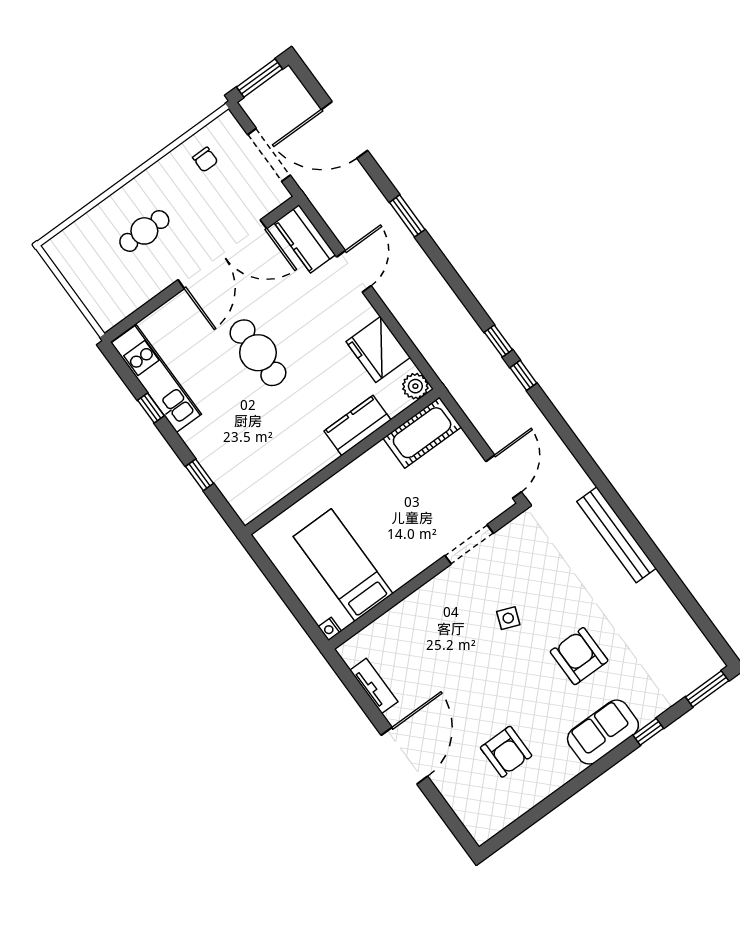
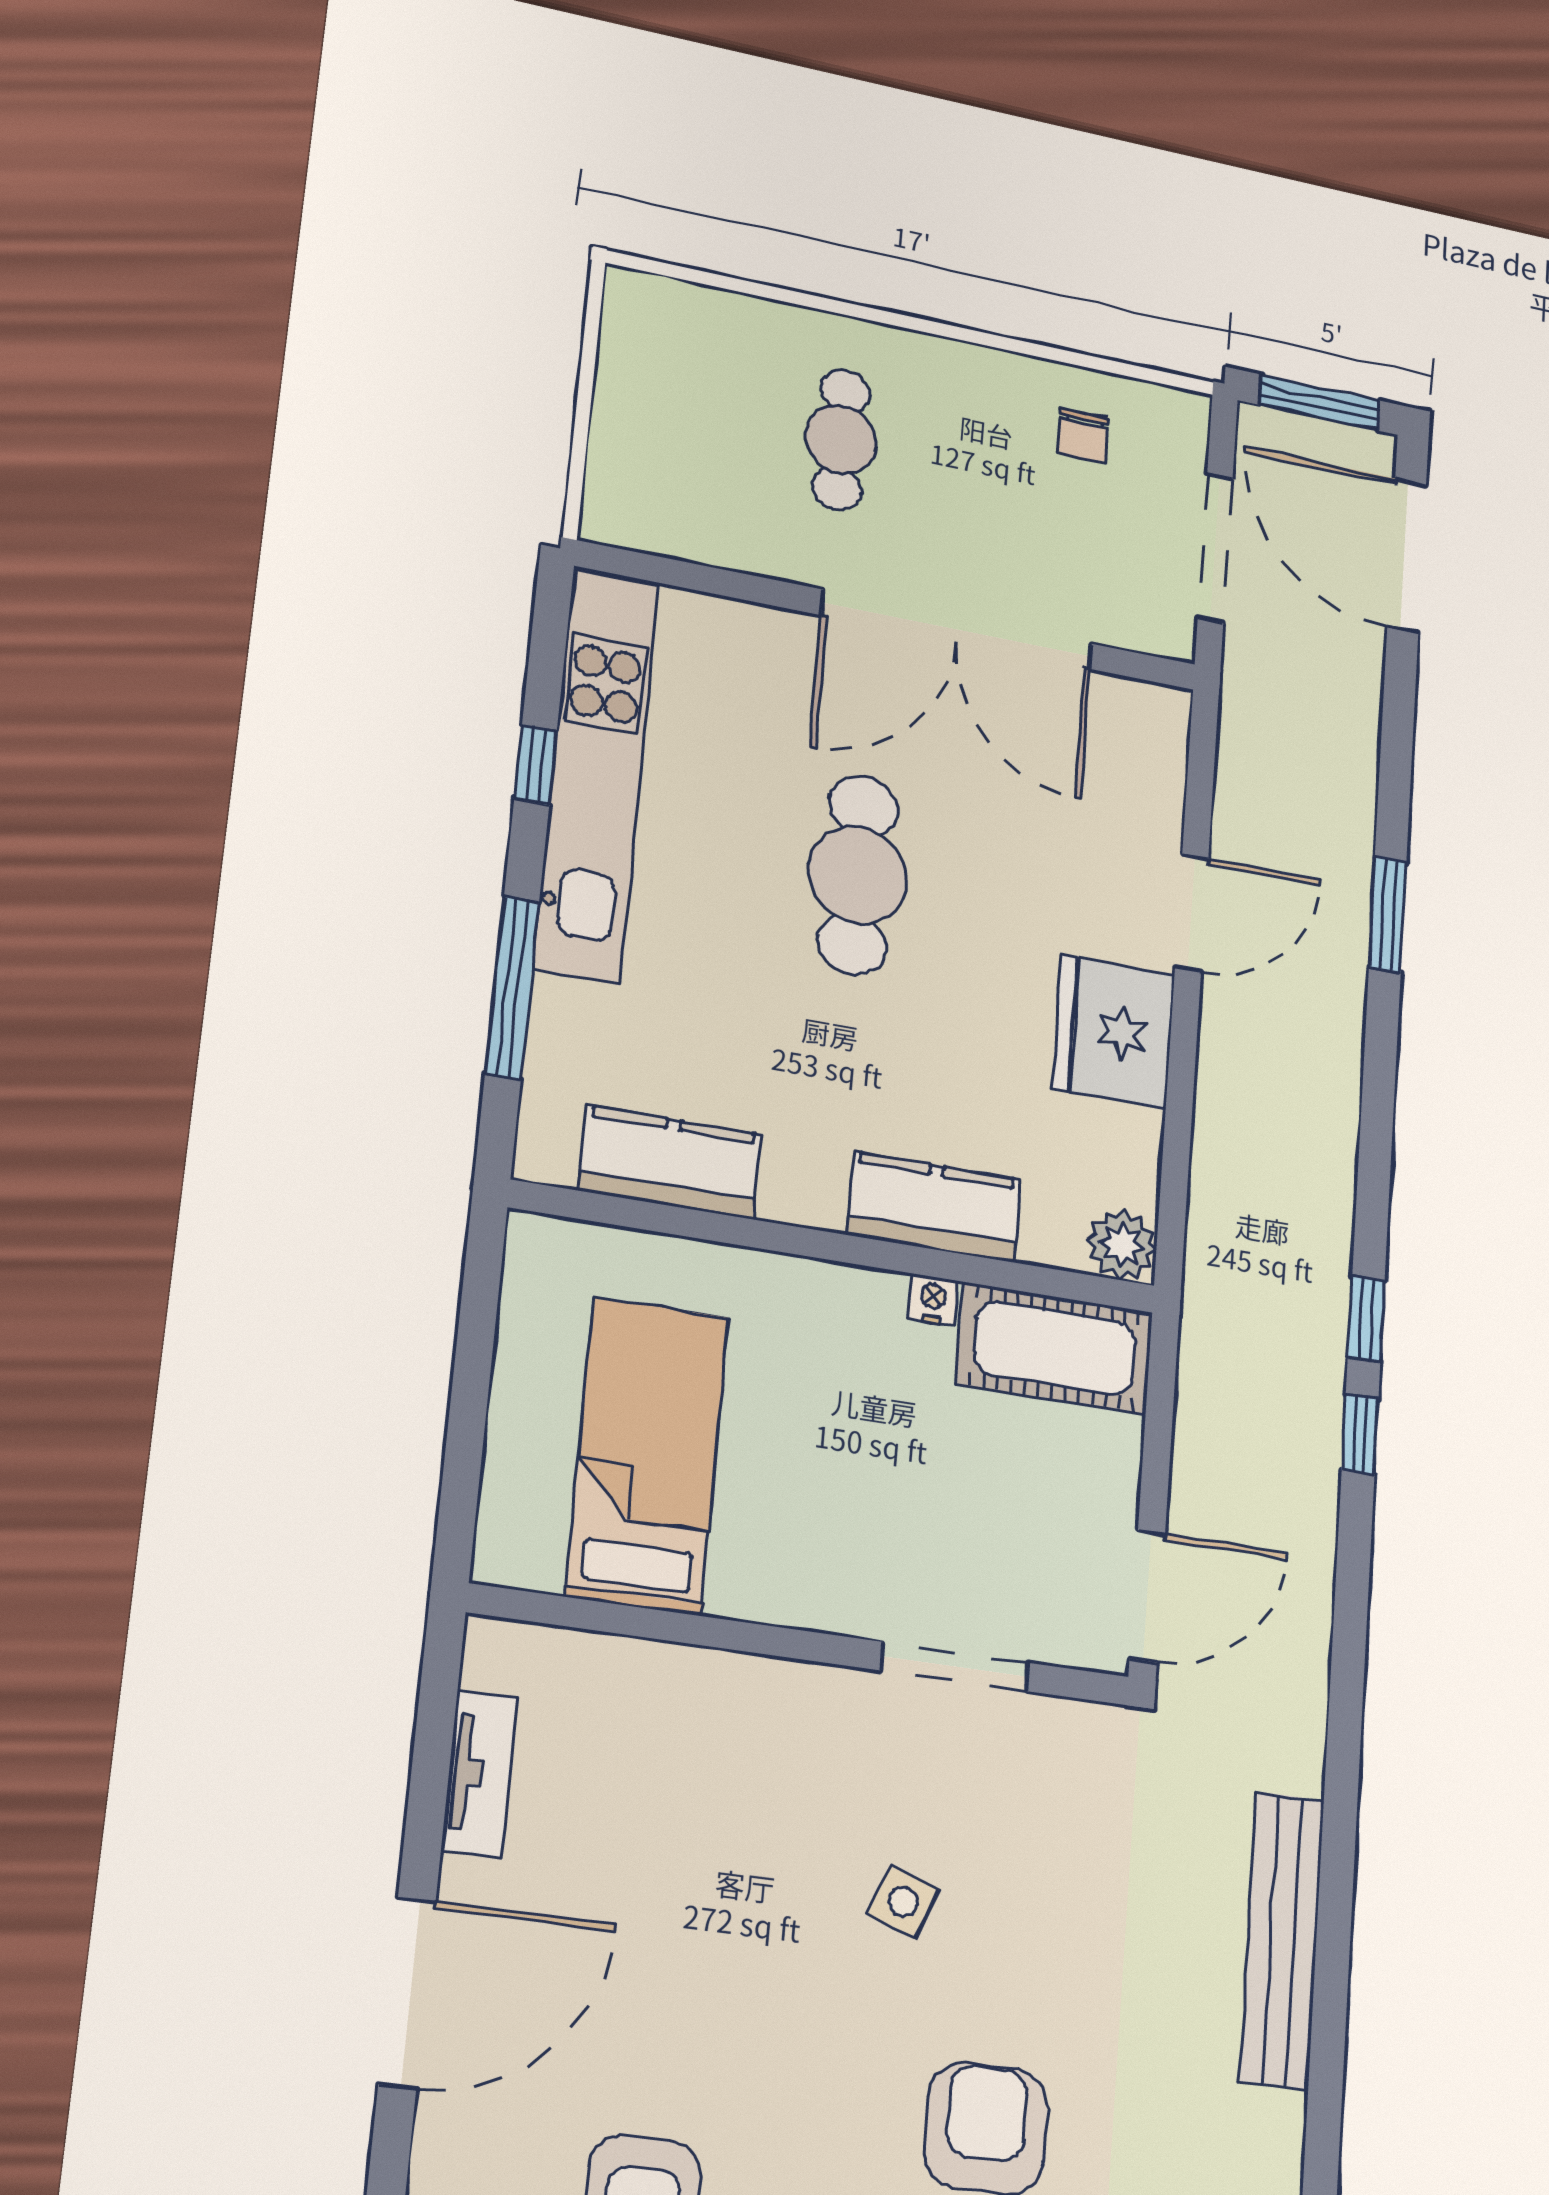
door: (344, 130) -> (1407, 556), moved
cafe table: (144, 231) -> (841, 440), turned 90
kitchen counter: (305, 239) -> (670, 1162), moved, turned 90
fridge: (378, 350) -> (1114, 1031), moved
kitchen unit: (156, 379) -> (596, 775), width x1.36
window: (200, 475) -> (512, 988), width x2.17
nightstand: (330, 629) -> (933, 1300), moved, turned 90

